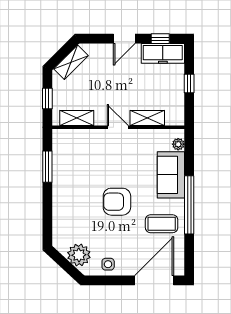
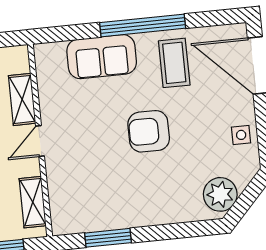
plant: (178, 144) -> (56, 50), removed
armchair: (117, 202) -> (149, 131), turned 90
plant: (79, 255) -> (220, 194), moved

